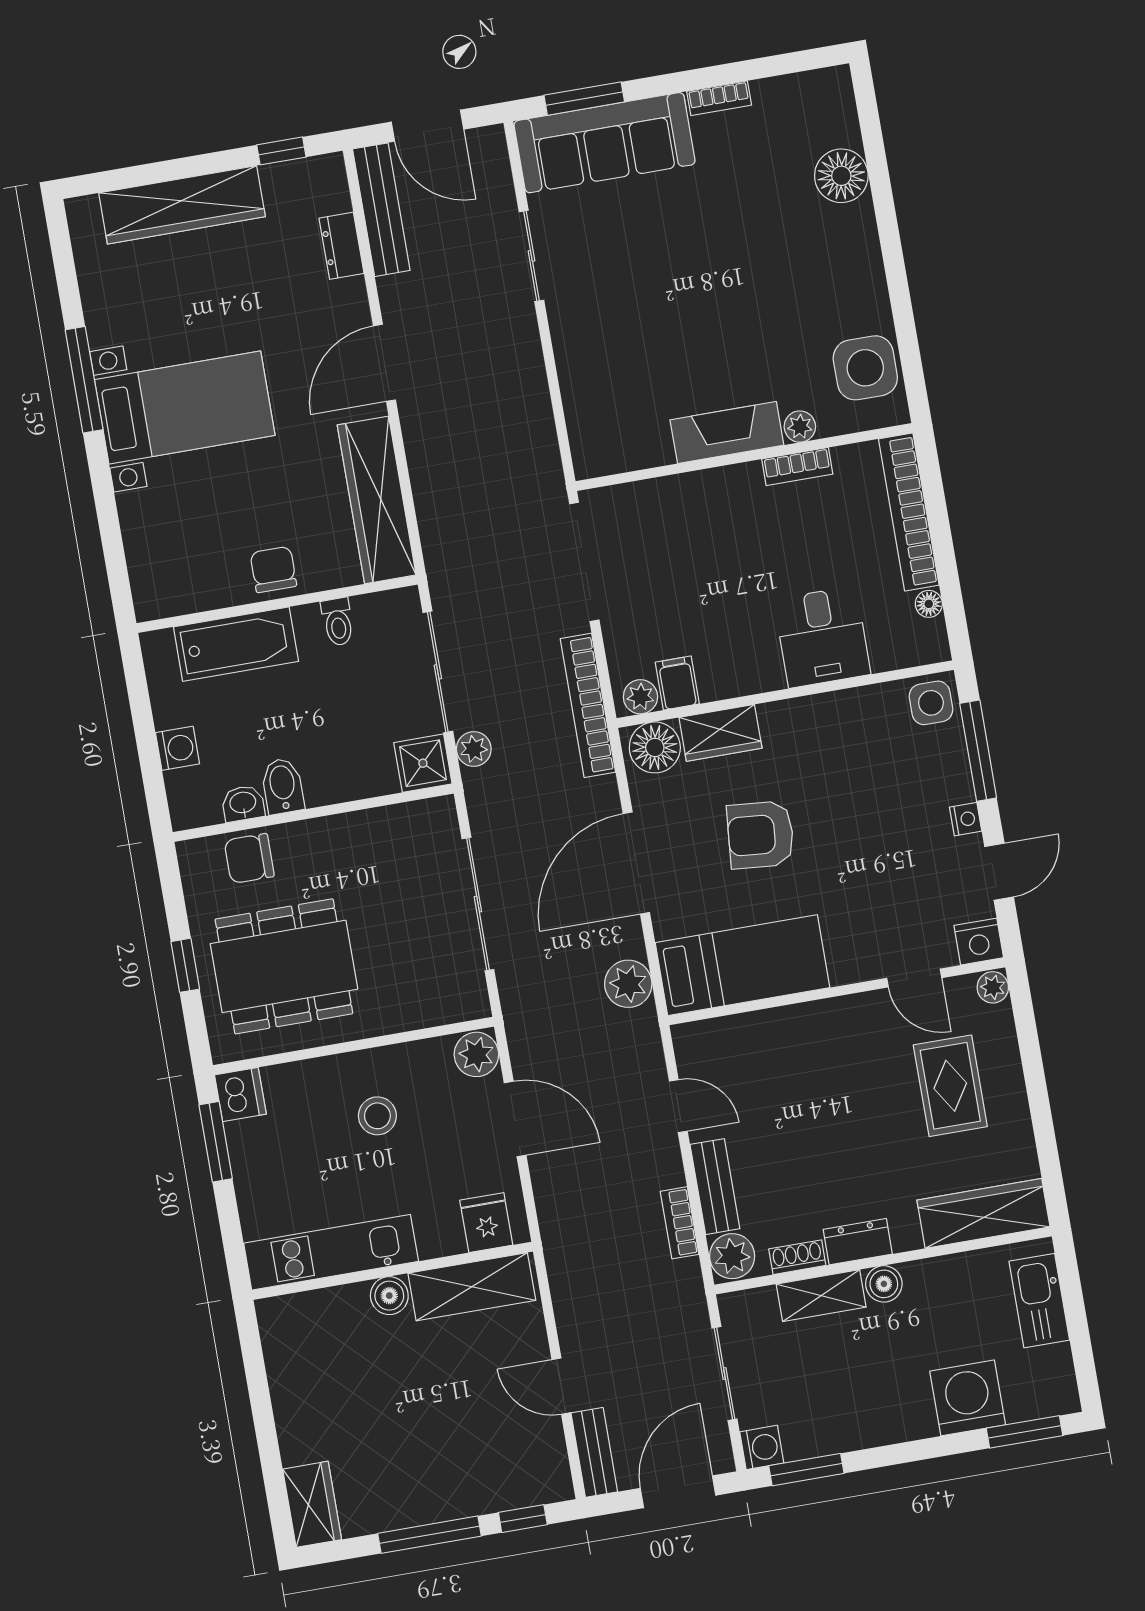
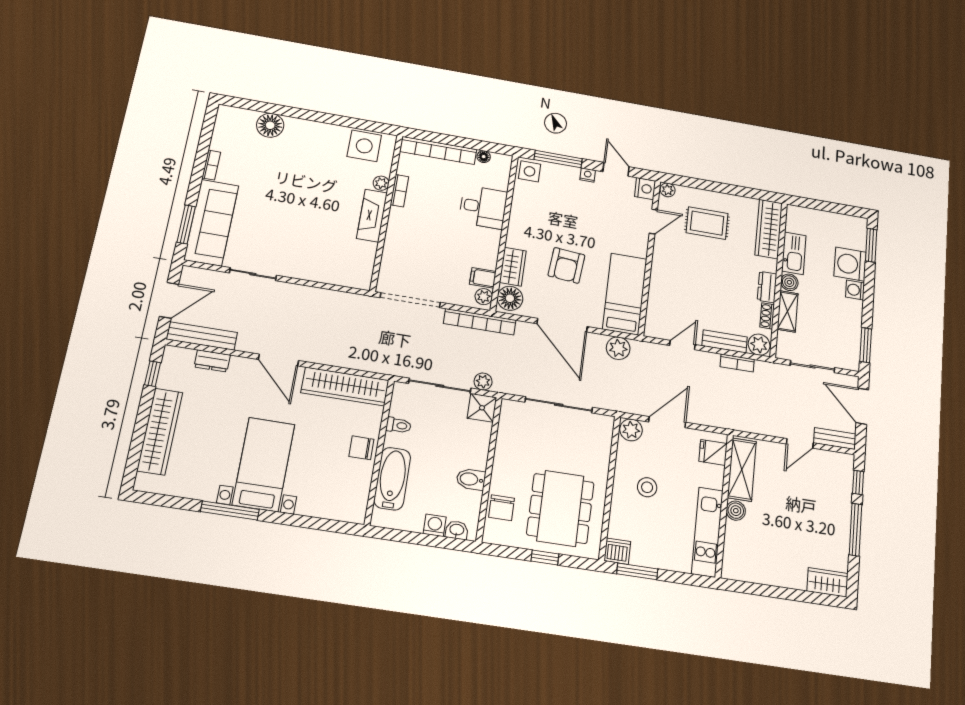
washbasin: (243, 803) -> (457, 530), moved, turned 90
kitchen sink: (1039, 1301) -> (794, 253), moved, turned -90
washing machine: (762, 1447) -> (855, 290), moved, turned -90

